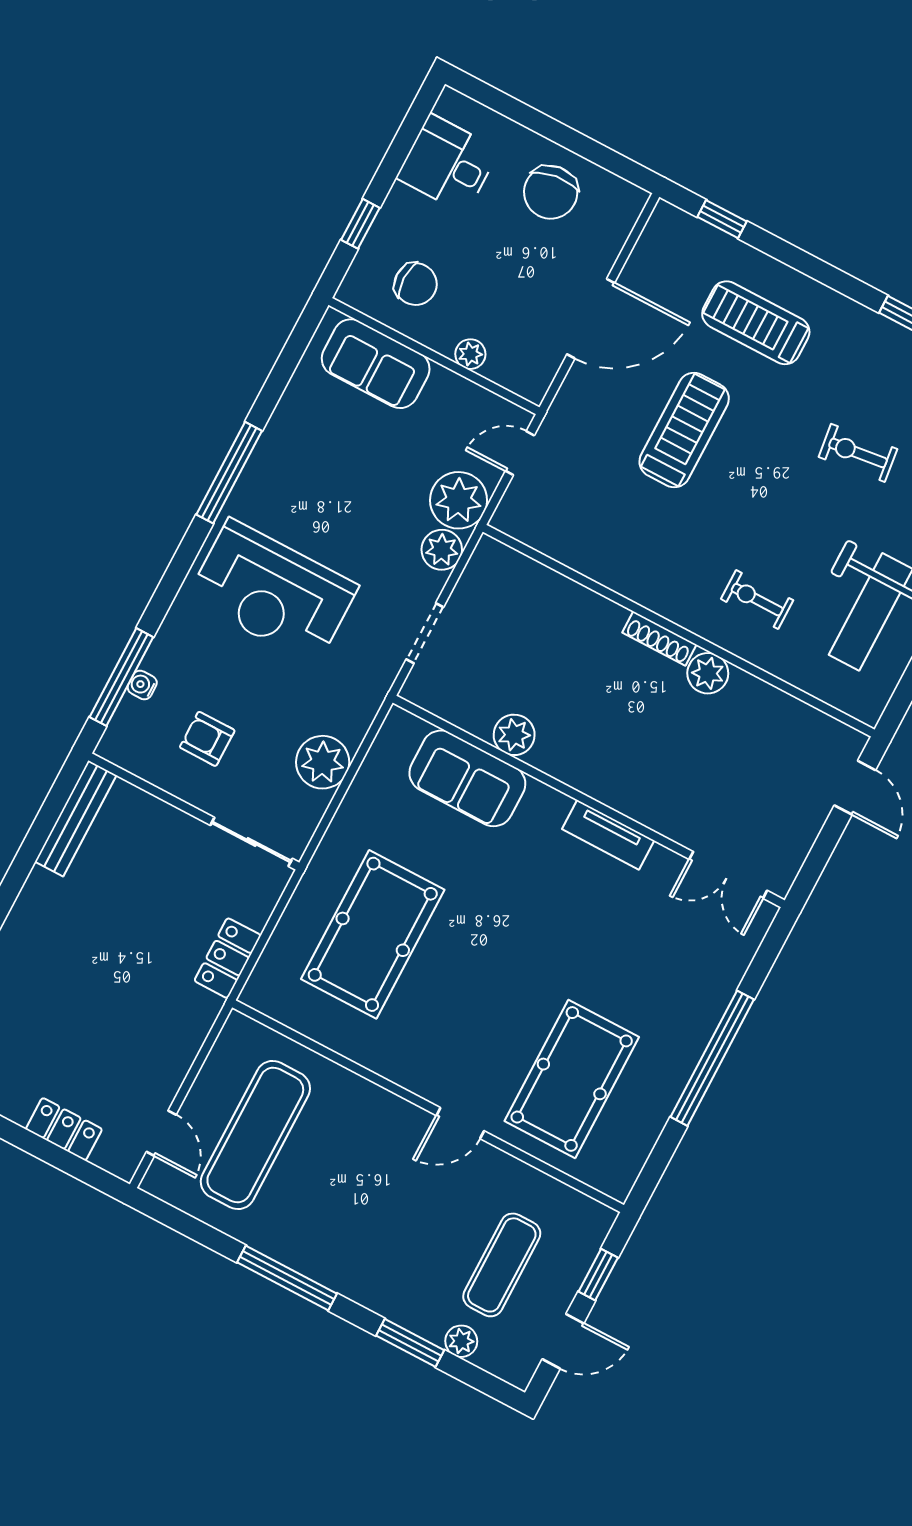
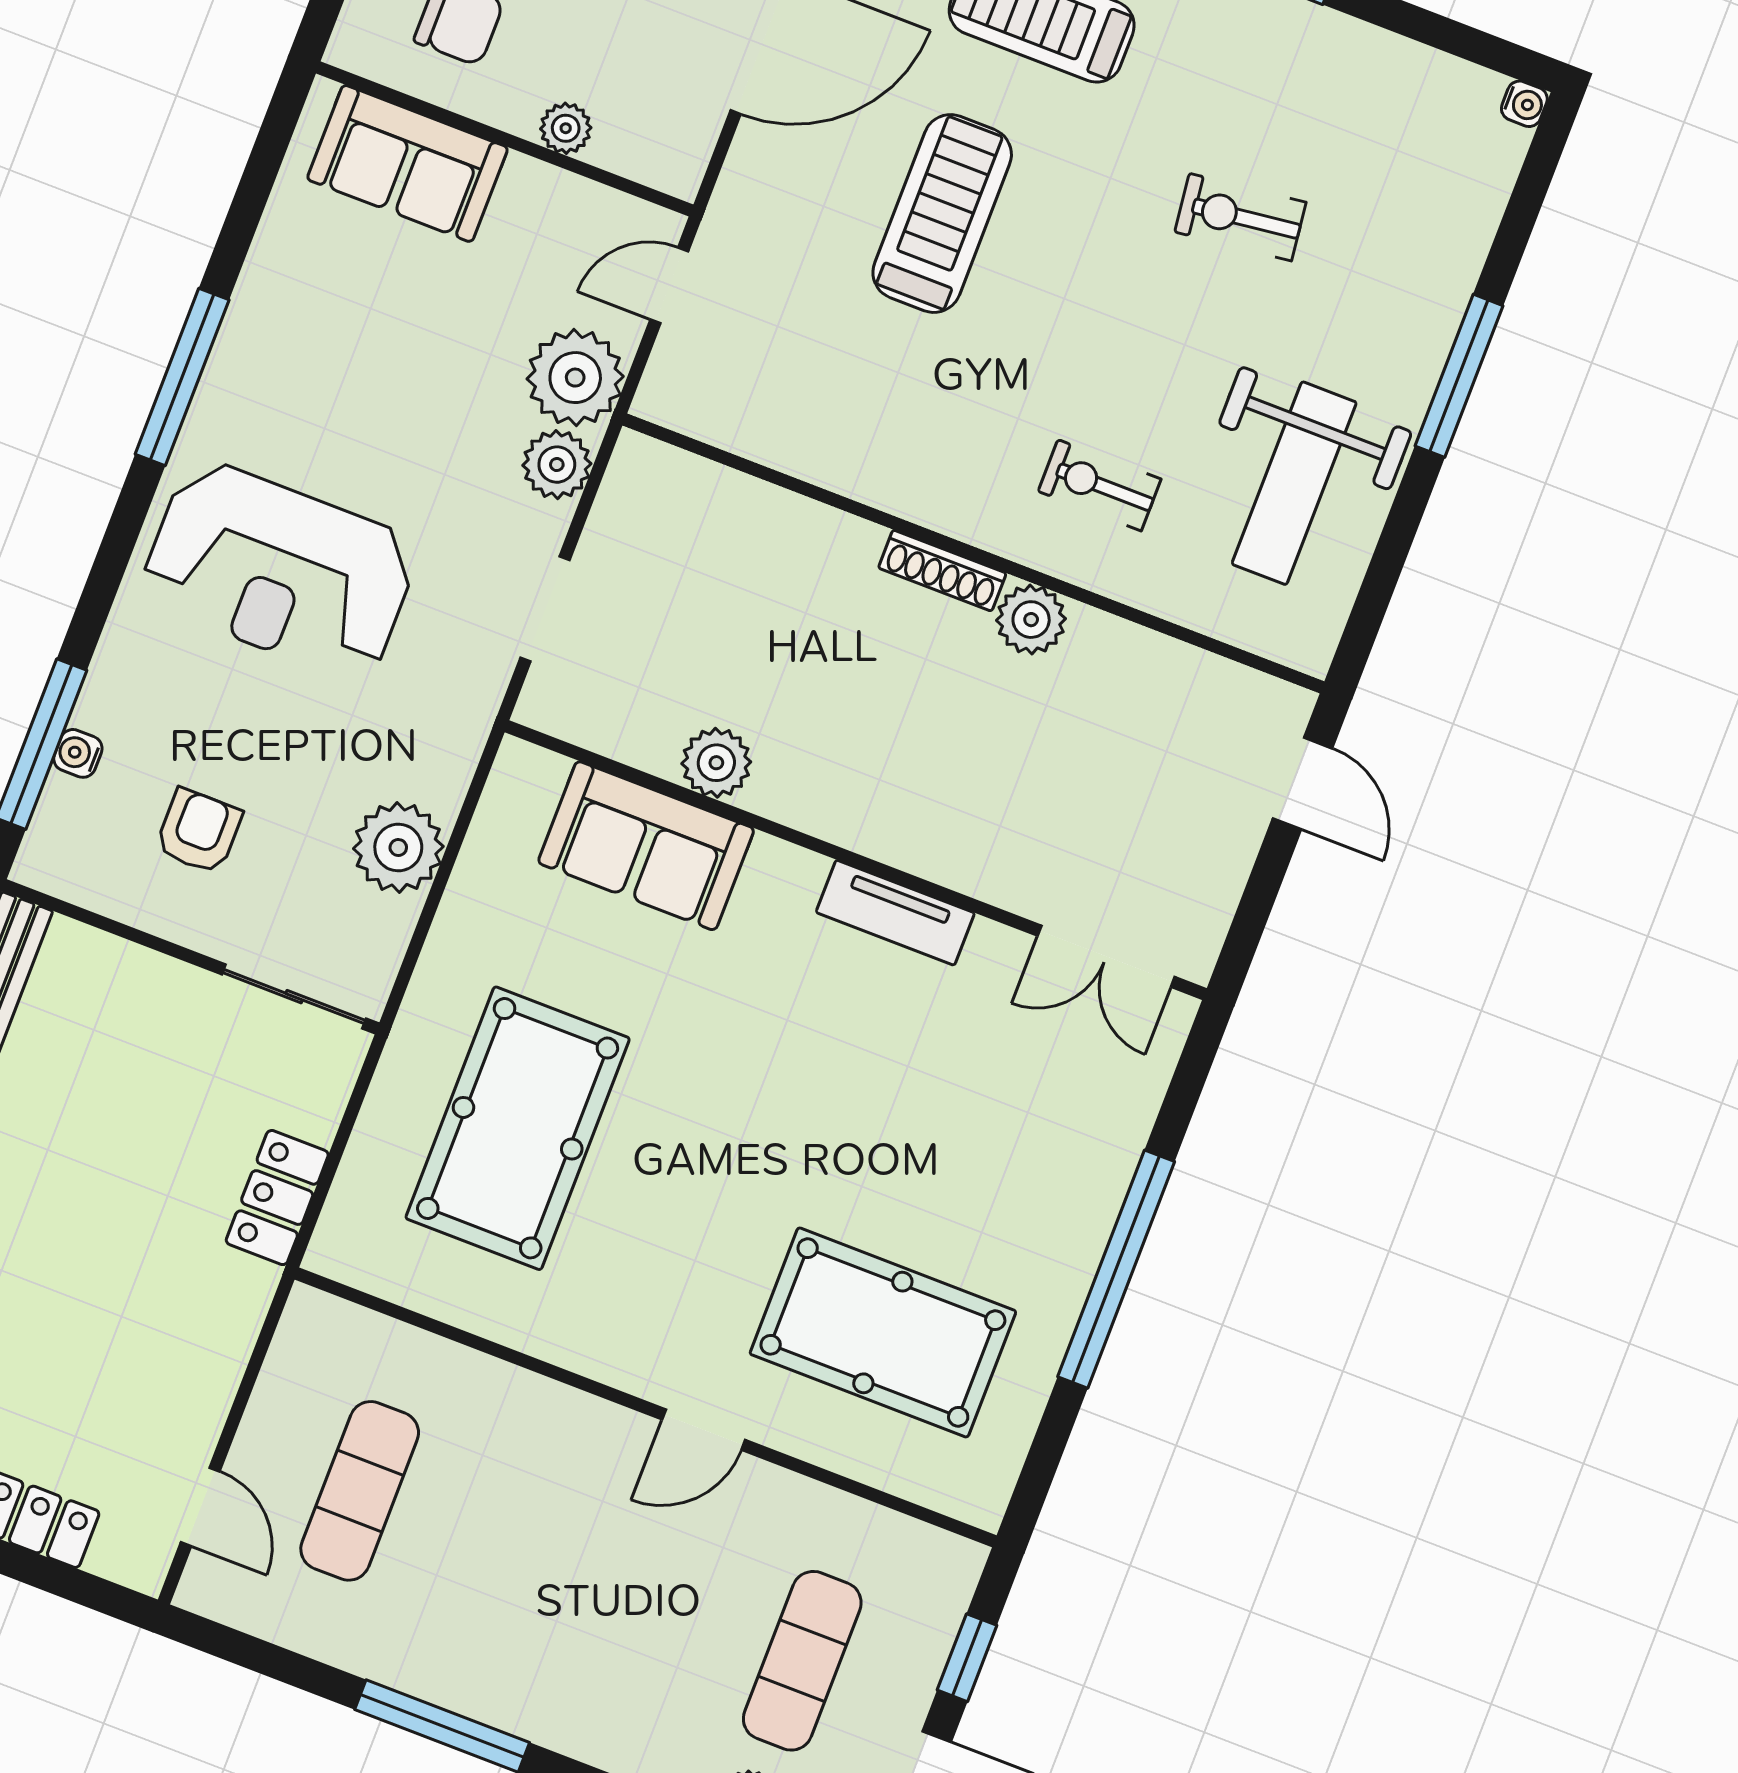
armchair: (207, 739) -> (199, 831), turned 90
pool table: (572, 1079) -> (883, 1332), turned 90
exercise mat: (255, 1135) -> (360, 1491), width x0.73, depth x0.69

